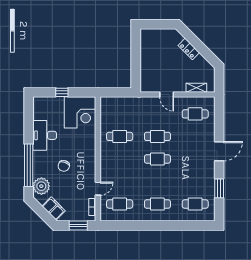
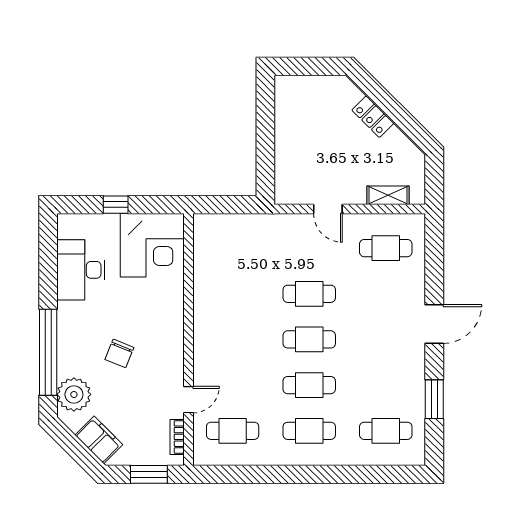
desk: (45, 135) -> (81, 270), moved
cafe table: (120, 136) -> (309, 385), moved

